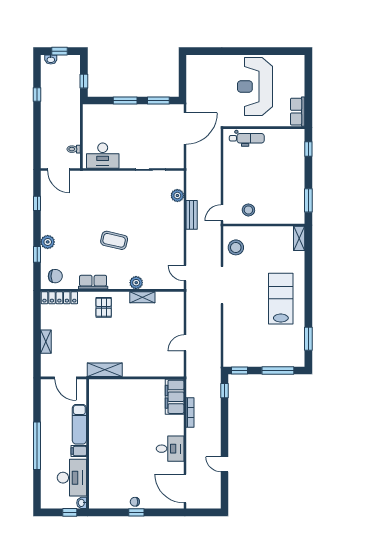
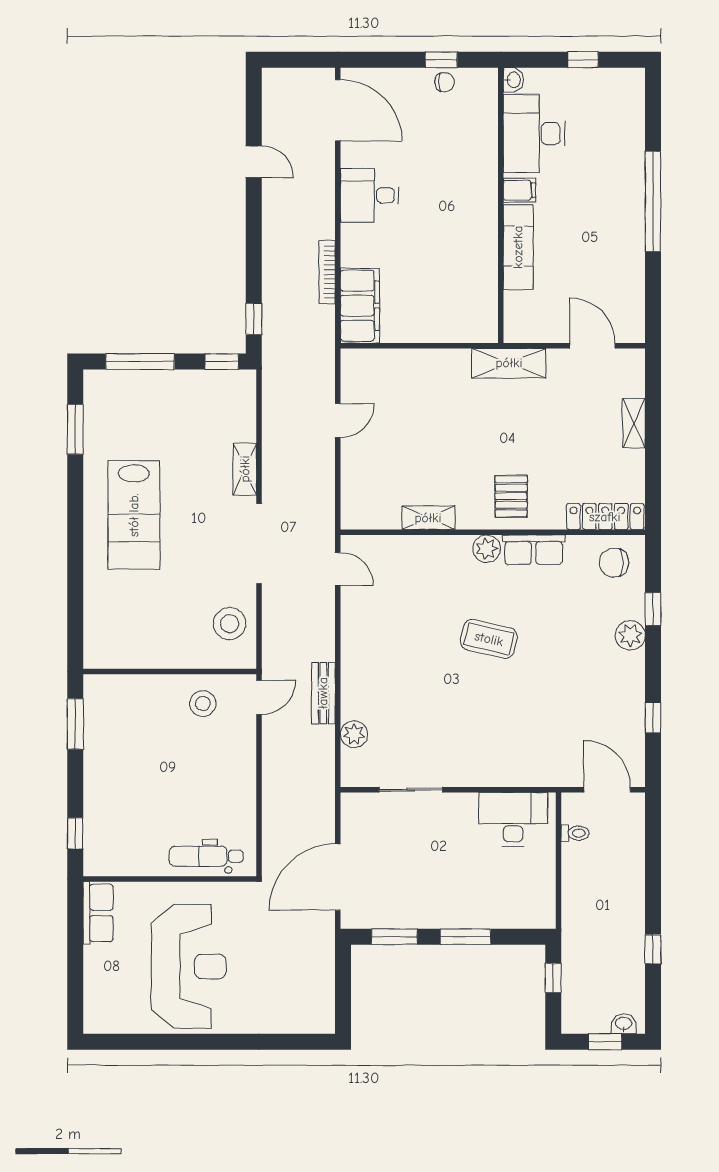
shelving: (299, 238) -> (245, 469), moved
plant: (136, 283) -> (487, 549), moved
exam couch: (79, 424) -> (518, 247), moved
wall: (88, 444) -> (501, 205), moved
filing cabinet: (79, 451) -> (519, 190), moved
desk: (72, 478) -> (534, 134), moved
washbasin: (82, 503) -> (513, 80), moved

